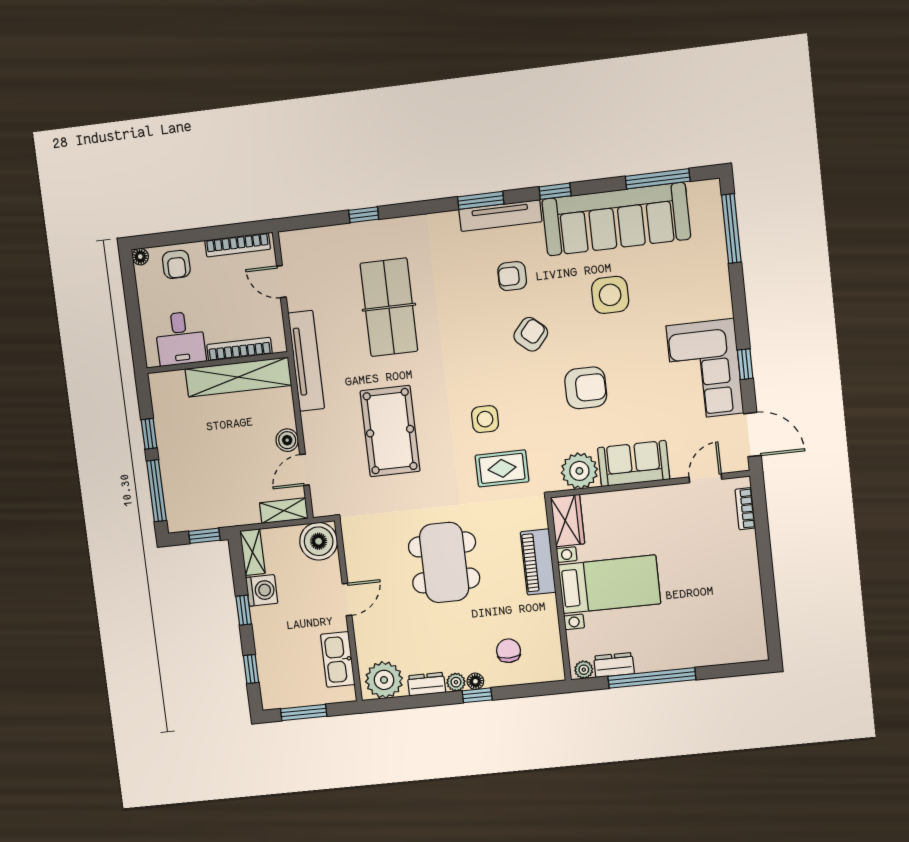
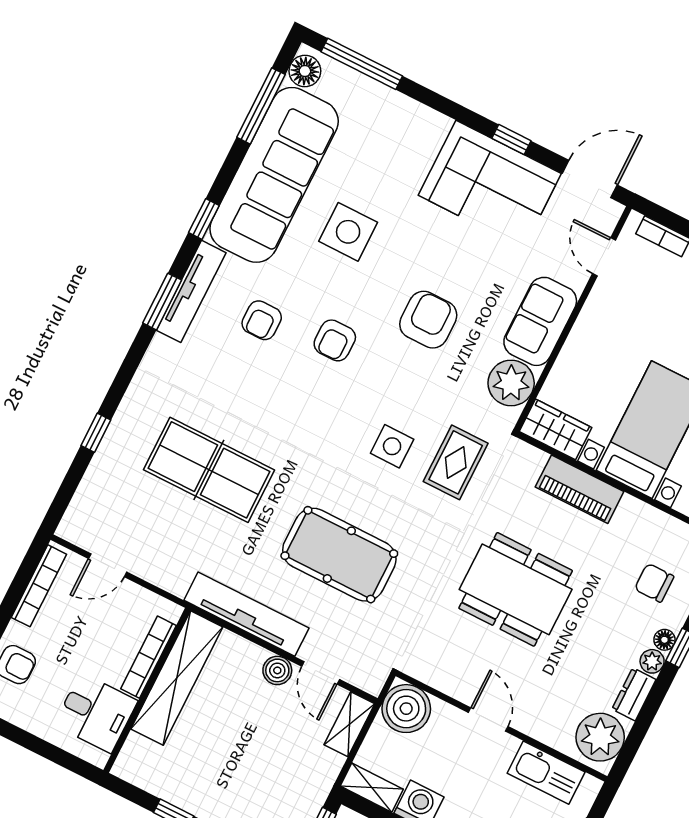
floor lamp: (701, 193) -> (305, 71), added
armchair: (531, 334) -> (335, 340), turned -131
tv unit: (306, 361) -> (246, 614), moved

